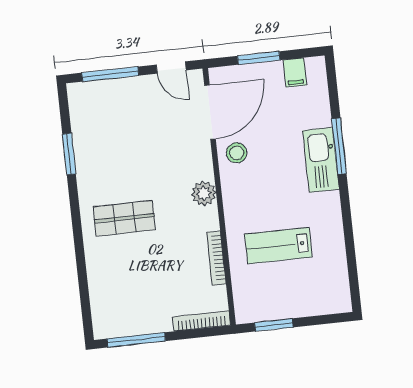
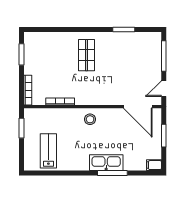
filing cabinet: (295, 72) -> (154, 165), moved
stool: (237, 153) -> (90, 119), moved
plant: (204, 193) -> (95, 99), removed
lab bench: (278, 246) -> (48, 151), moved
window: (136, 340) -> (21, 54), width x0.69

